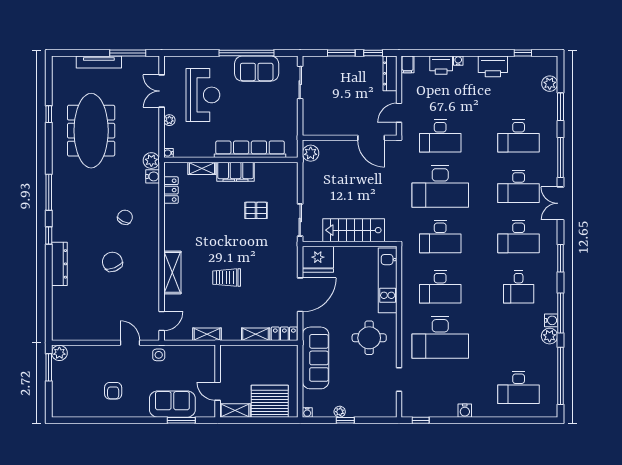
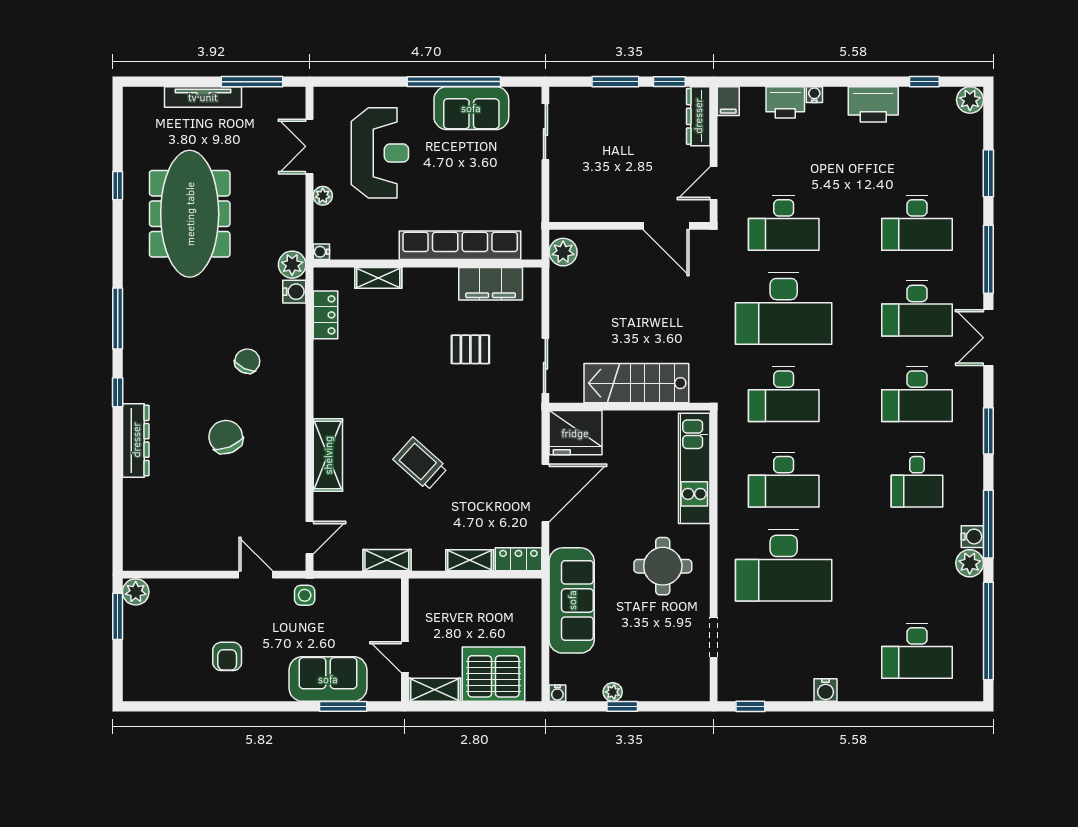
plant: (550, 84) -> (970, 100), moved
filing cabinet: (236, 172) -> (491, 284), moved
trolley: (227, 278) -> (420, 464), turned 42

